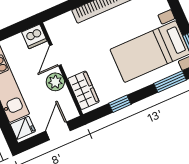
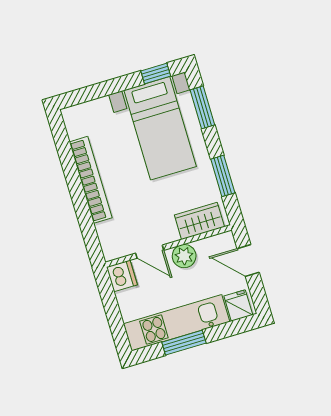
window: (120, 104) -> (223, 176), width x1.50

